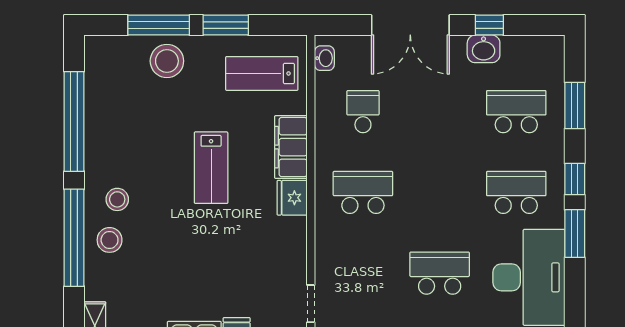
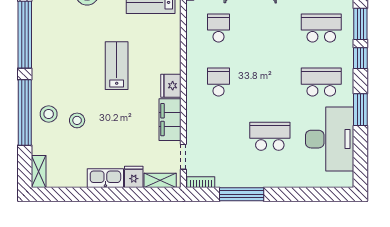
filing cabinet: (291, 147) -> (170, 120), moved
lab bench: (211, 168) -> (117, 66), turned 180
window: (575, 179) -> (360, 58), moved
school desk: (363, 192) -> (218, 82), width x0.54
stool: (117, 199) -> (77, 120), moved

